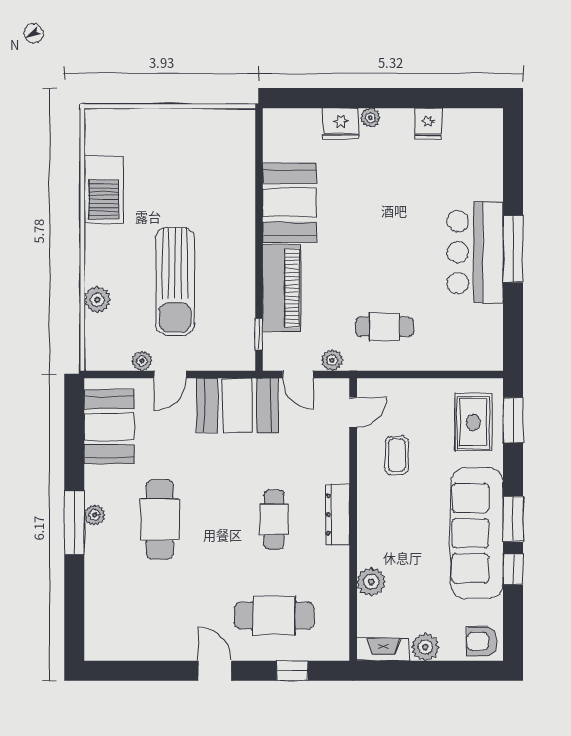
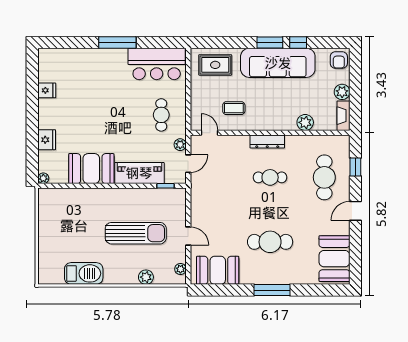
plant: (370, 118) -> (43, 178), moved
bar counter: (475, 252) -> (157, 64), moved
plant: (142, 361) -> (180, 269), moved
booth: (237, 405) -> (334, 259), moved
window: (513, 420) -> (214, 42), removed
plant: (95, 515) -> (267, 279), removed

